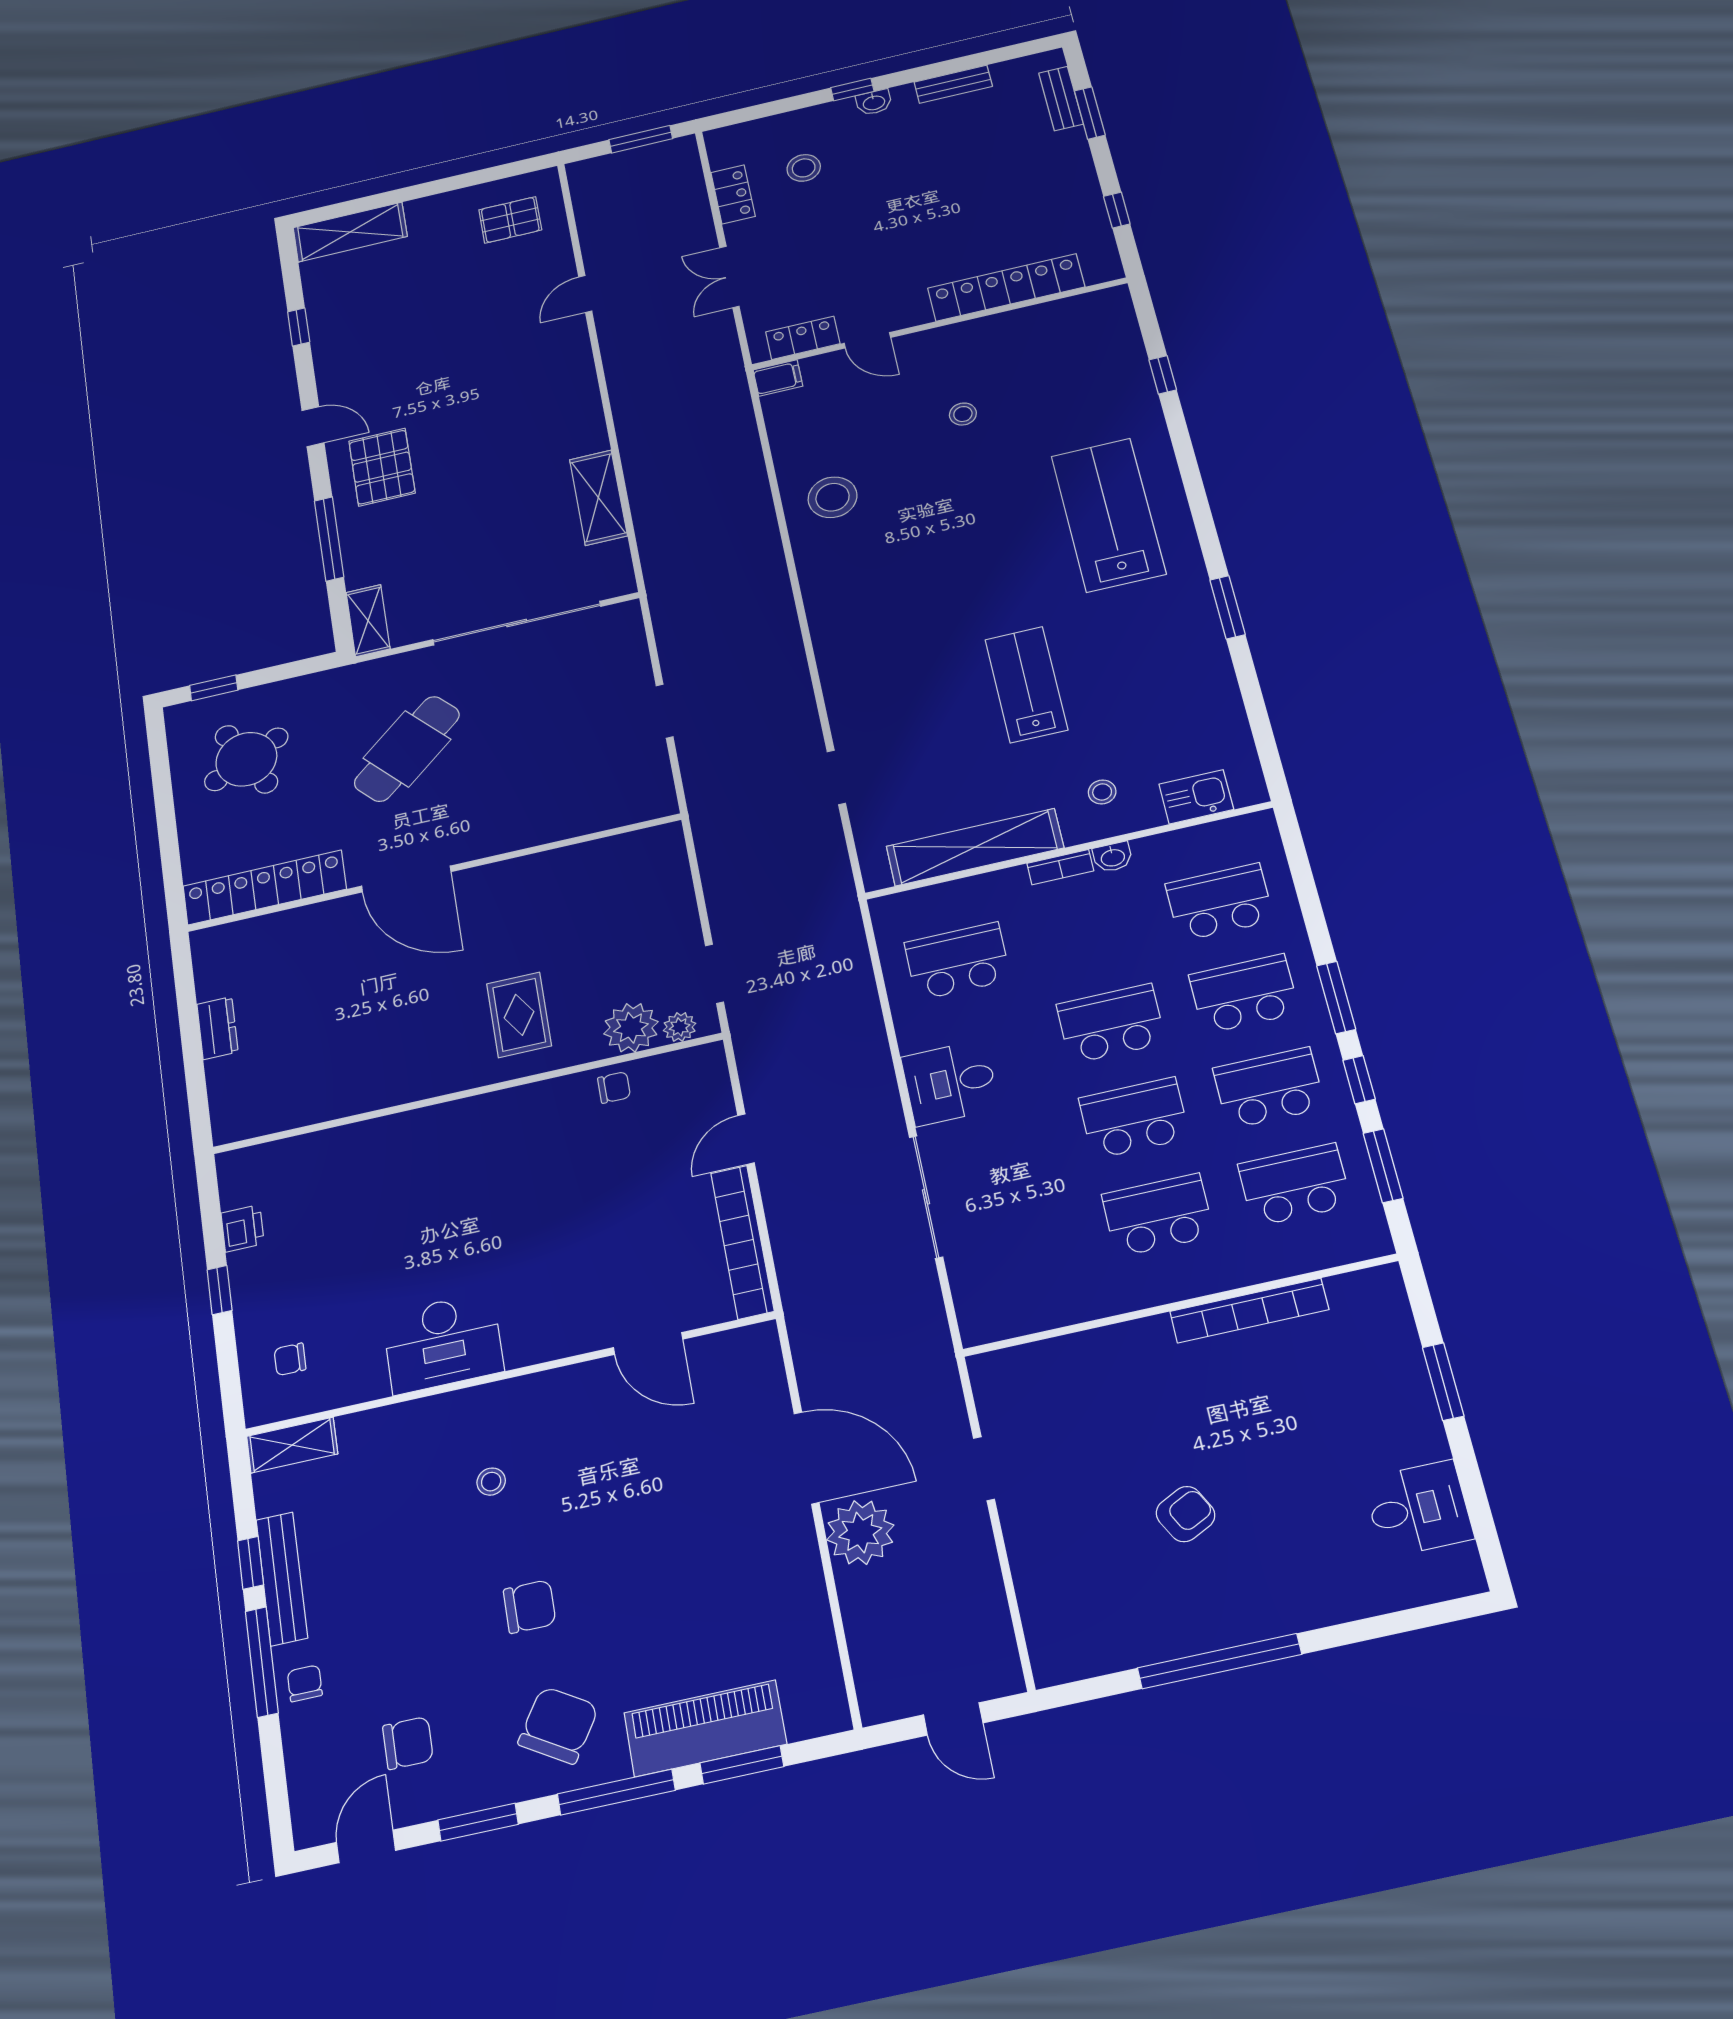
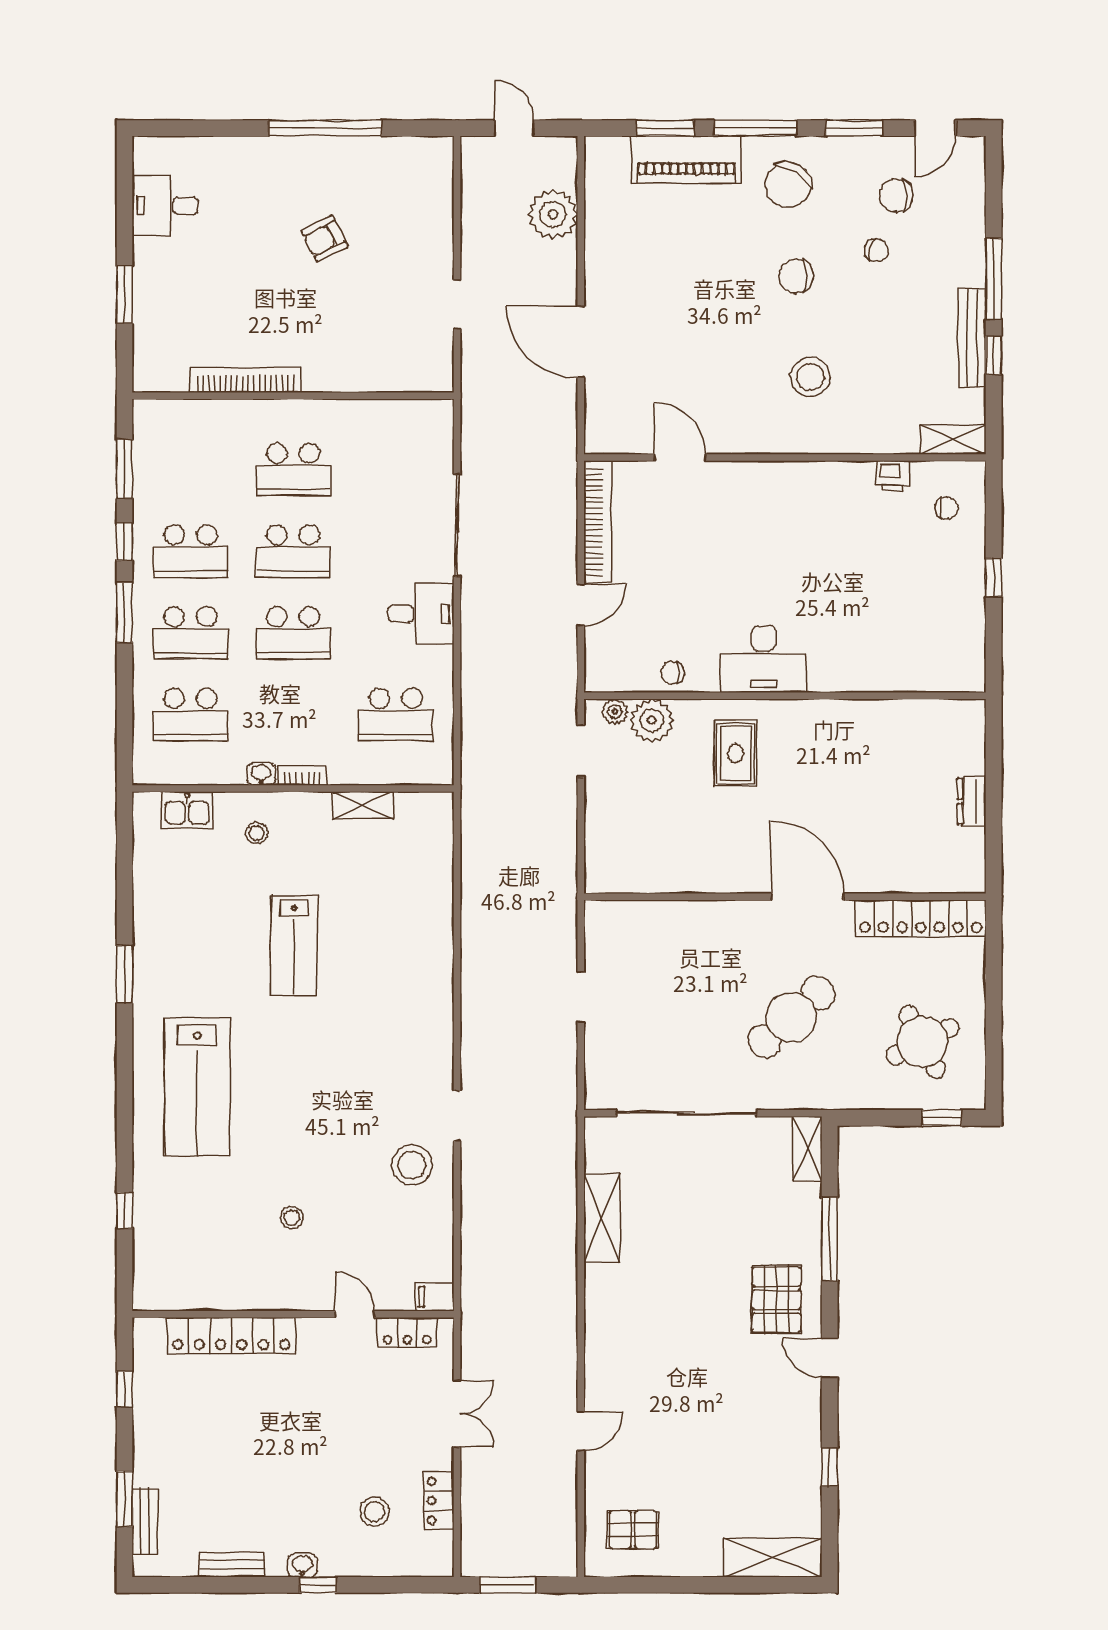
doorway: (836, 777) -> (457, 1116), moved
shelving: (975, 847) -> (363, 805), width x0.45, depth x0.75
school desk: (1295, 1185) -> (190, 470), removed
printer: (242, 1228) -> (893, 476), moved, turned -90
desk: (443, 1343) -> (764, 659), moved, turned 180
stool: (491, 1482) -> (810, 377), width x1.89, depth x1.89
plant: (860, 1532) -> (553, 214), moved
chair: (305, 1683) -> (876, 250), moved, turned -74

